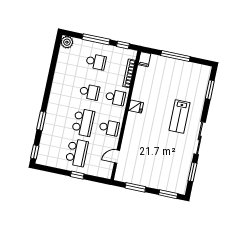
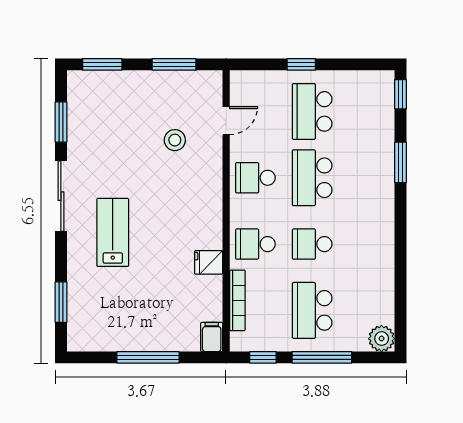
school desk: (96, 62) -> (312, 310), width x1.85
fridge: (136, 107) -> (209, 262), moved
stool: (142, 153) -> (175, 140), added

